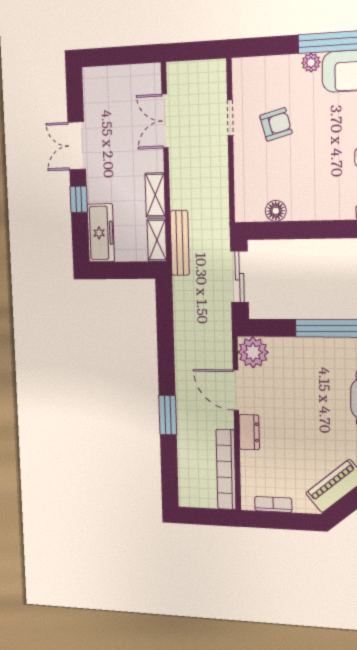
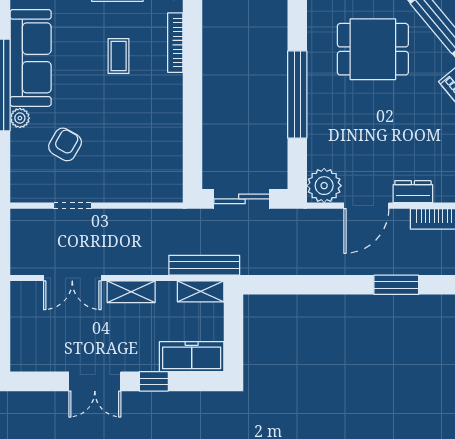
armchair: (276, 124) -> (65, 144), moved, turned 45
shelving: (155, 195) -> (131, 292), moved
floor lamp: (276, 211) -> (172, 158), removed

